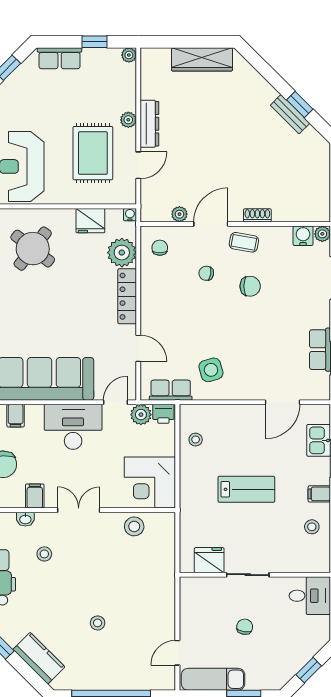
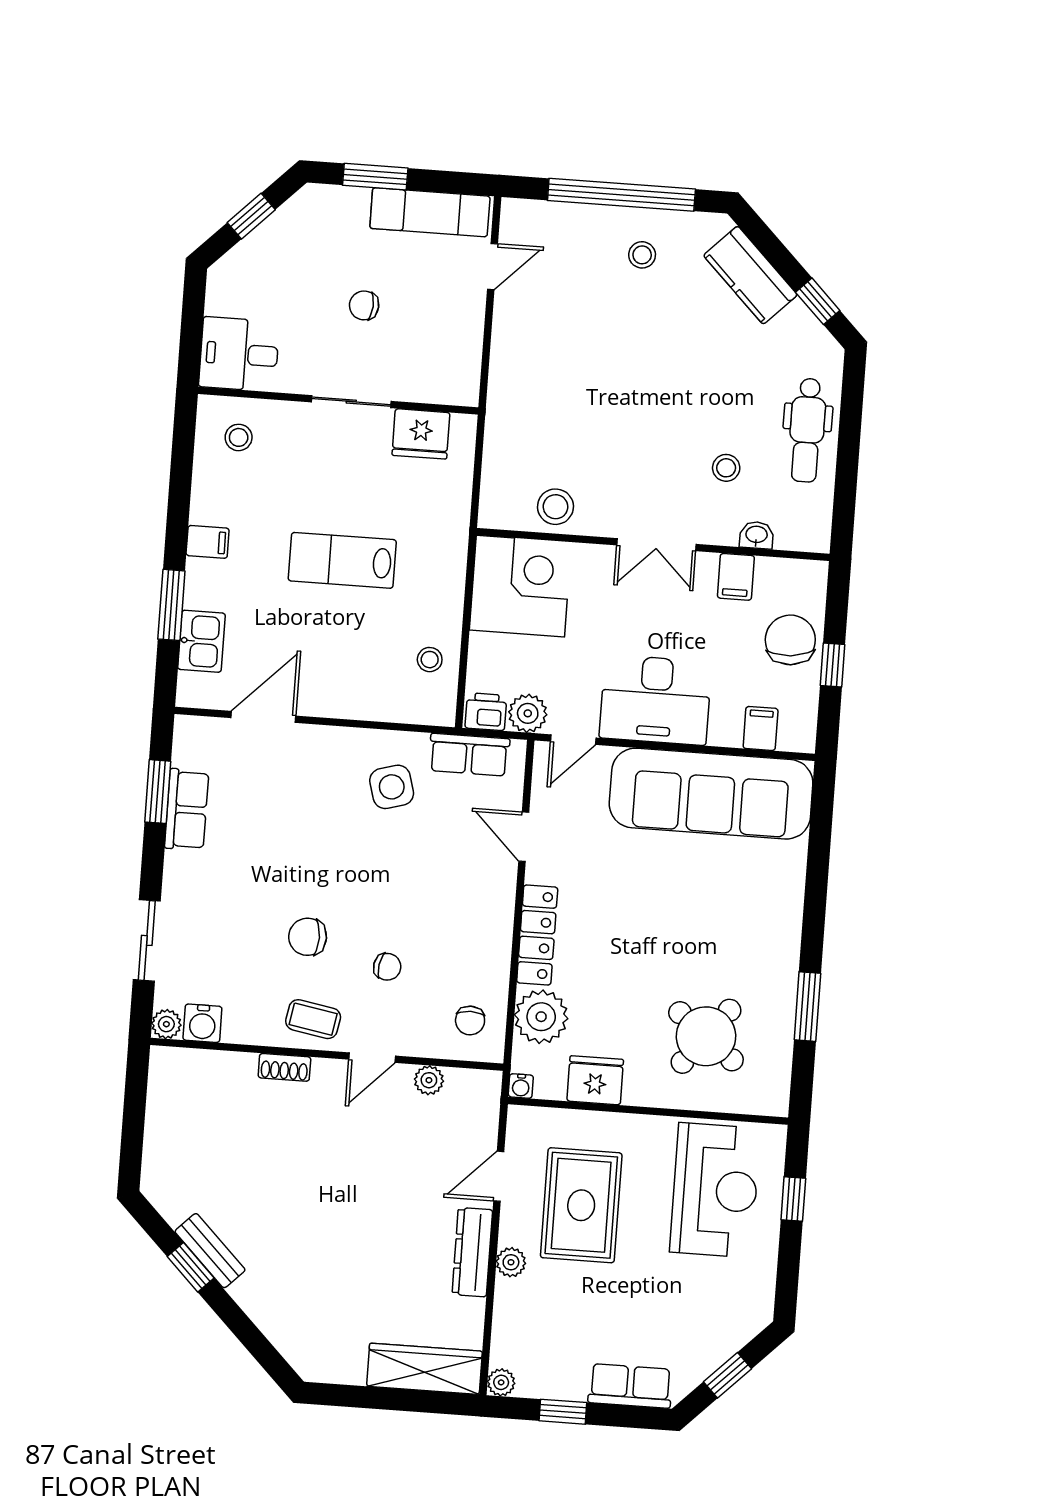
wardrobe: (202, 59) -> (424, 1369), moved
door: (211, 224) -> (372, 1058), width x0.73
stool: (312, 527) -> (239, 437), moved
stool: (98, 623) -> (642, 255), moved
chair: (245, 627) -> (364, 305), turned 84

